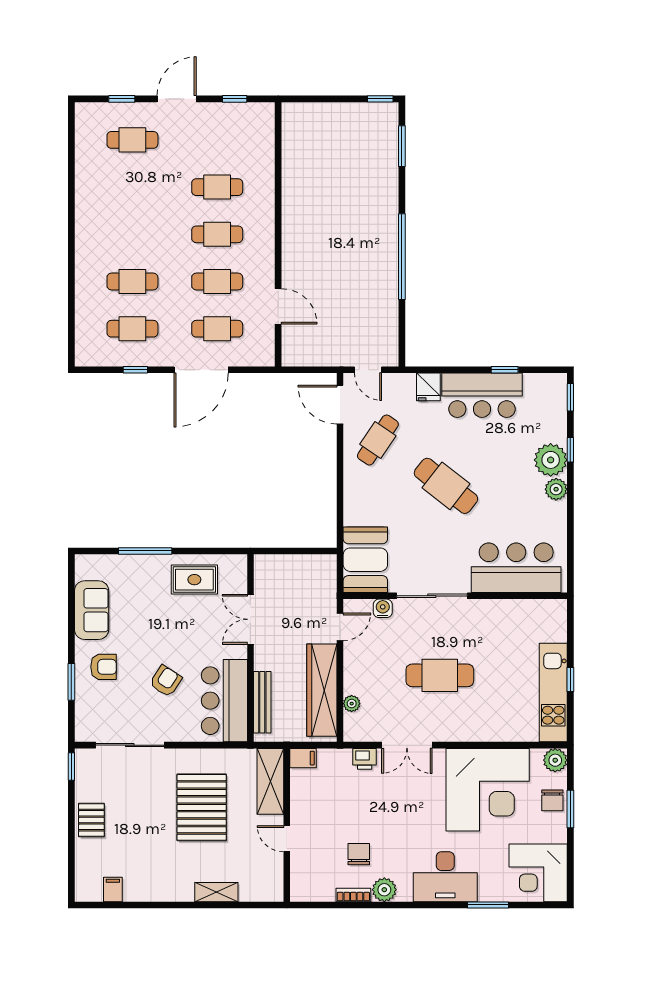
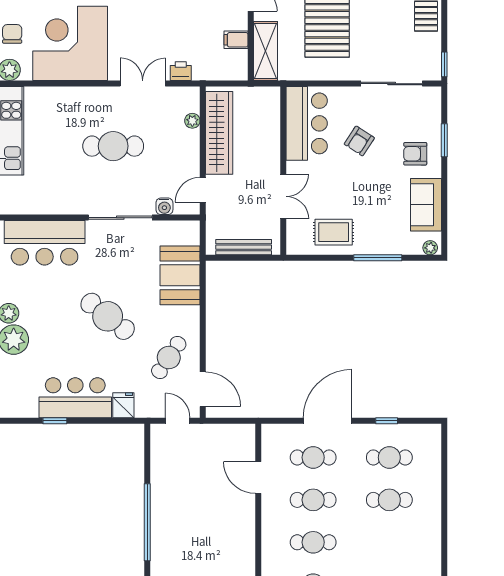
booth: (365, 560) -> (180, 275), moved
plant: (87, 562) -> (430, 248), added
bench: (262, 702) -> (244, 247), moved, turned 90
filing cabinet: (303, 758) -> (236, 40), moved

